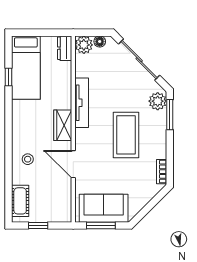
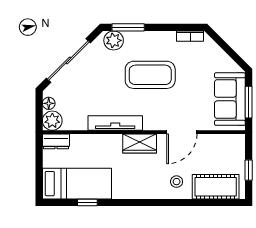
cot: (20, 201) -> (216, 187), width x1.37, depth x1.34

